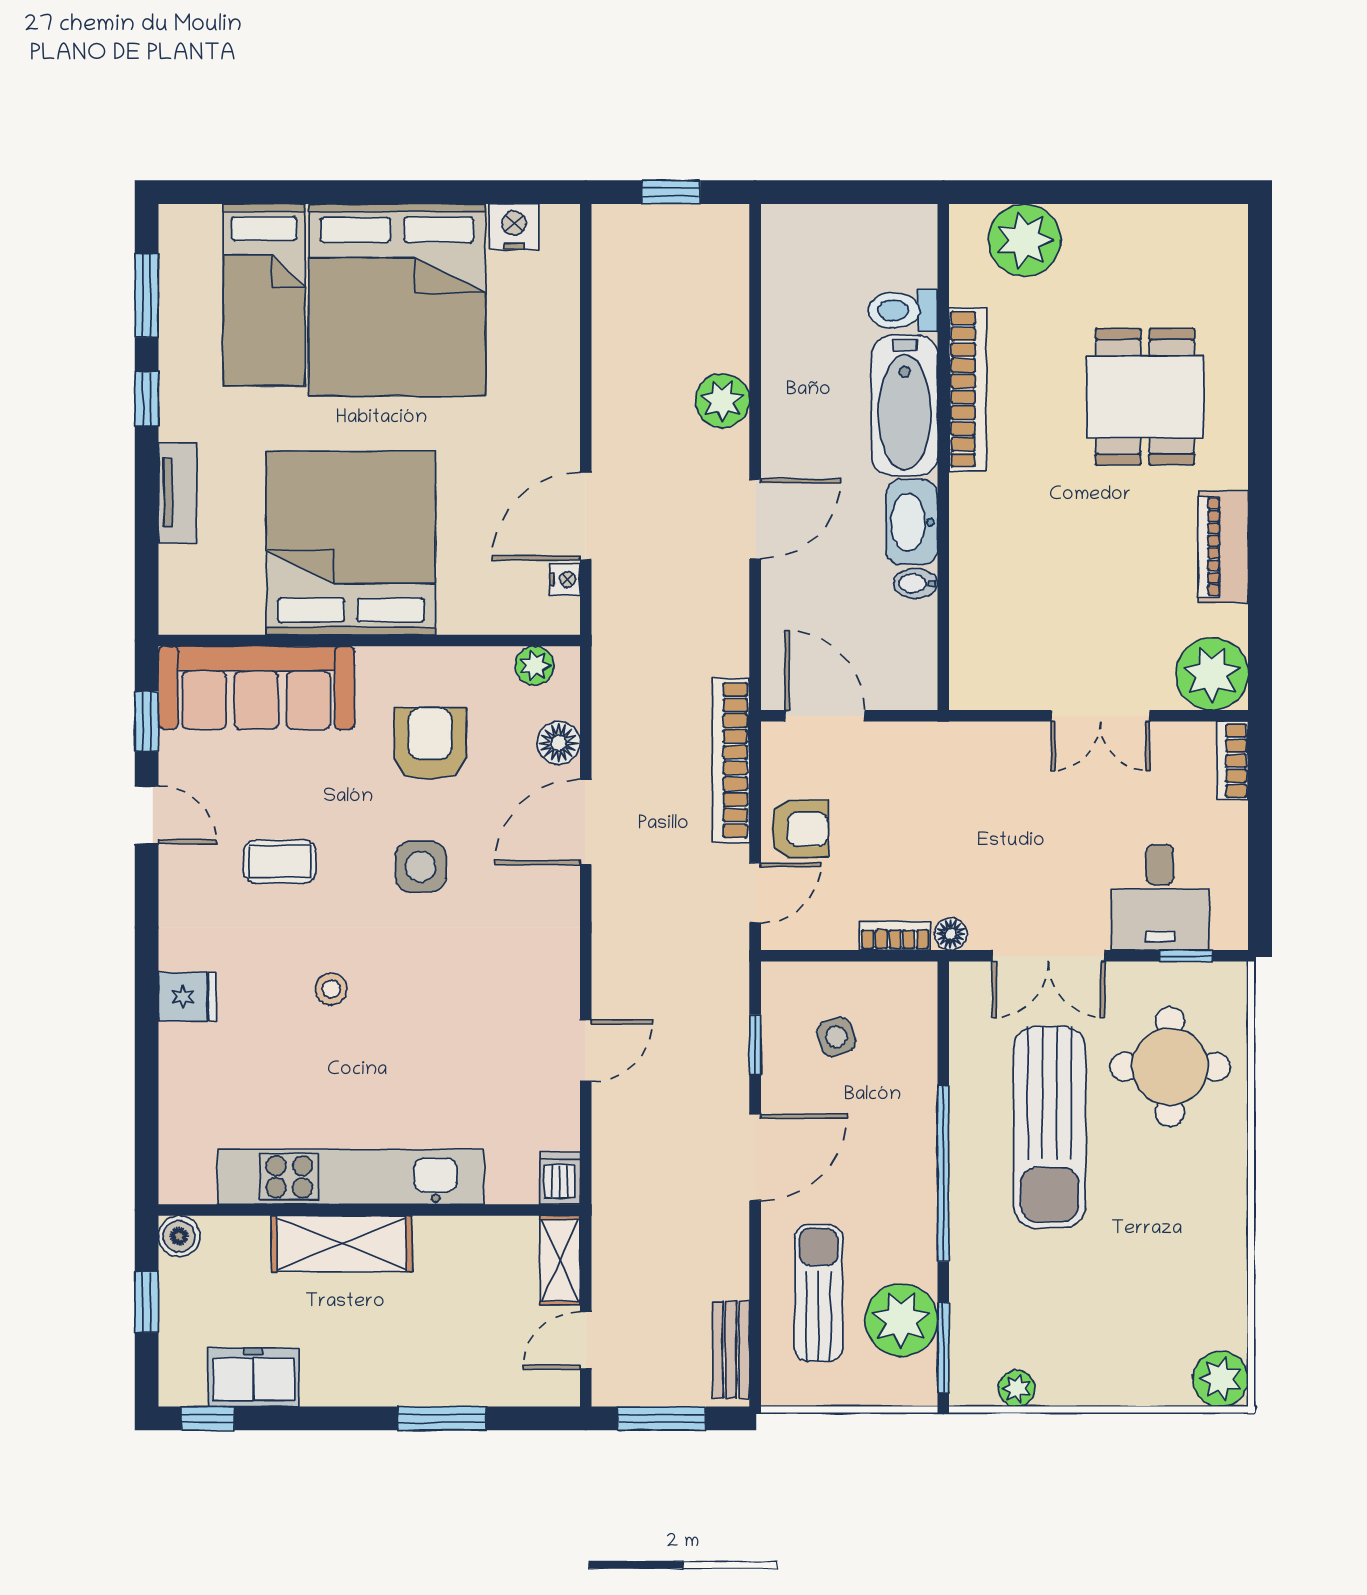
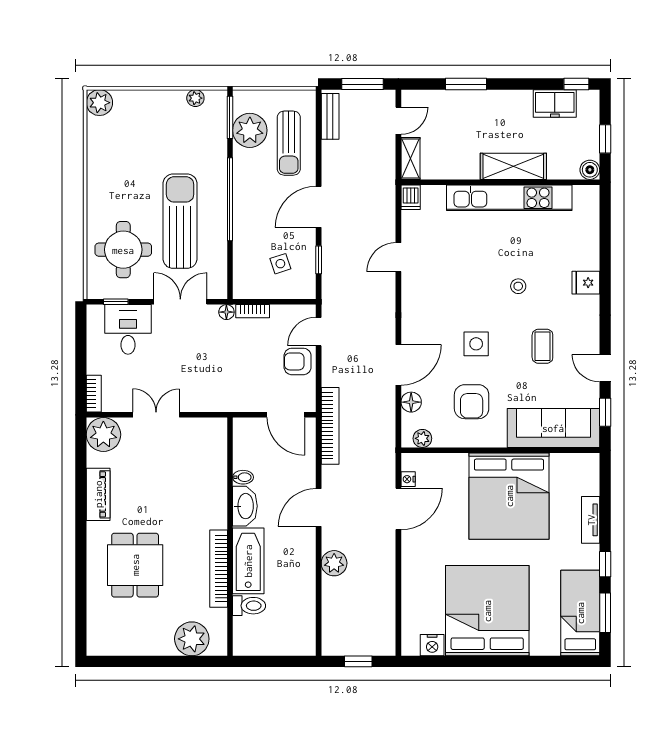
bed: (264, 295) -> (580, 613), moved
bookcase: (731, 760) -> (330, 426), moved
coffee table: (280, 861) -> (542, 346), turned 90

